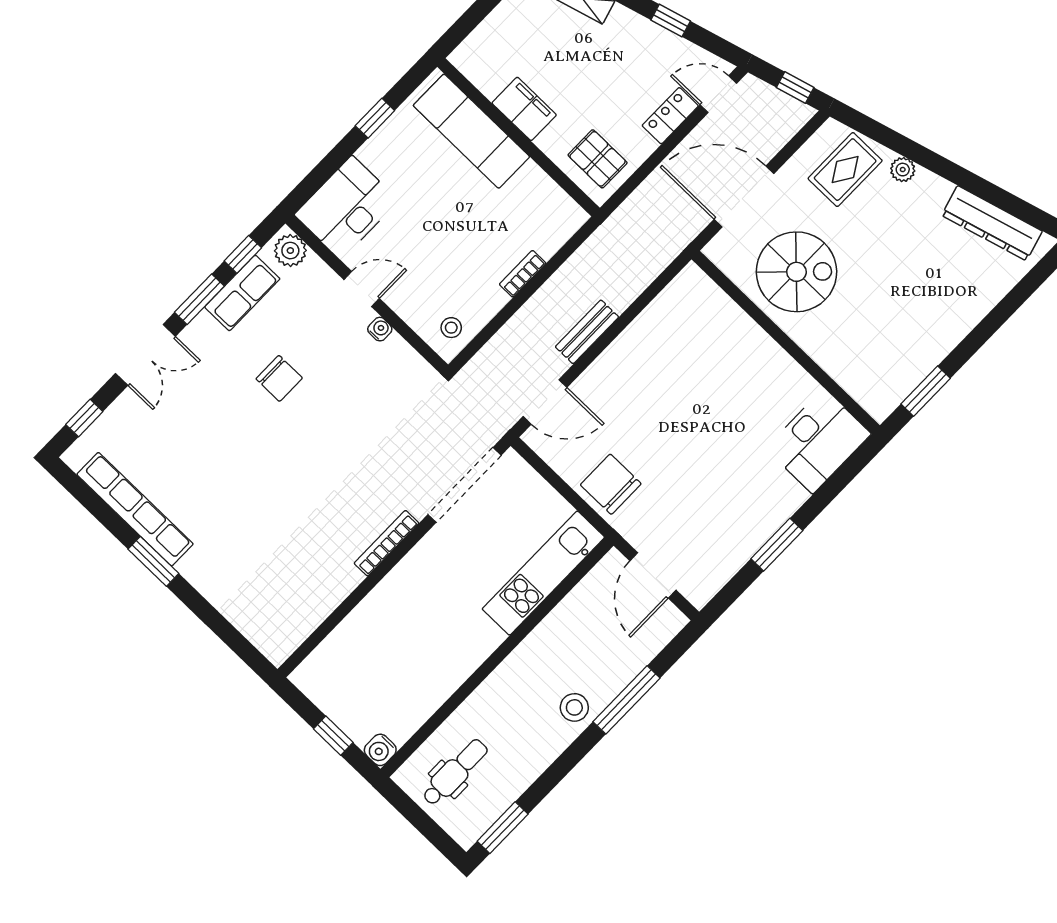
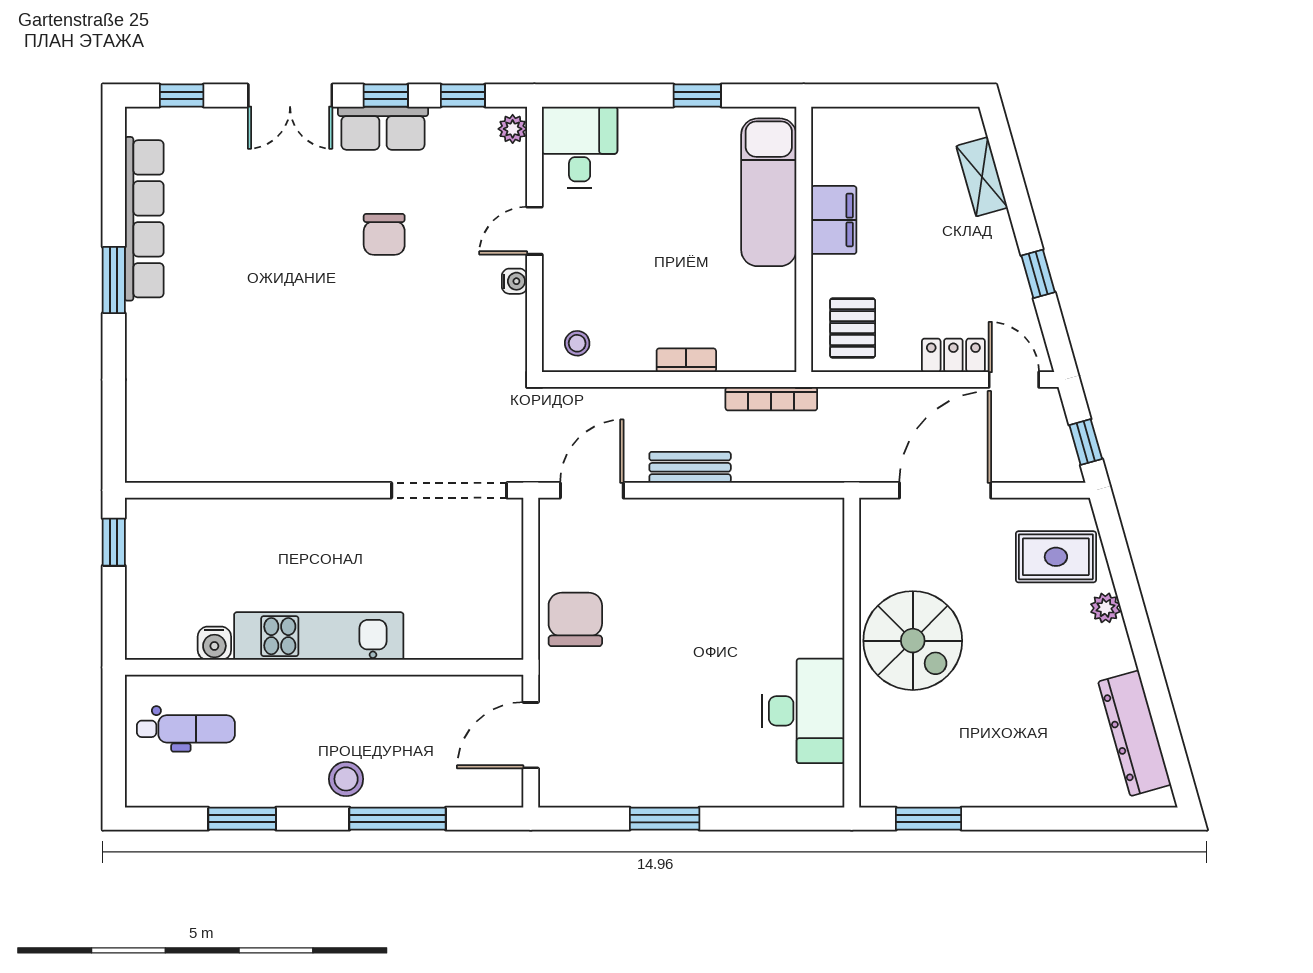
door: (744, 196) -> (945, 490), hinge flipped
desk: (347, 208) -> (580, 147), width x0.73
plant: (290, 251) -> (513, 129), width x0.73, depth x0.73
spiral stairs: (796, 272) -> (913, 641), moved
door: (362, 289) -> (534, 231), swing flipped
row of seats: (242, 293) -> (383, 128), moved
window: (199, 299) -> (386, 95), width x0.67
door: (545, 402) -> (592, 490), swing flipped
desk: (818, 441) -> (803, 711), moved, turned -90
bookcase: (386, 543) -> (771, 399), moved, turned 180
kitchen unit: (543, 573) -> (319, 636), moved
window: (333, 736) -> (114, 542), moved
water cooler: (380, 750) -> (214, 643), moved, turned -90
window: (503, 828) -> (242, 819), moved

